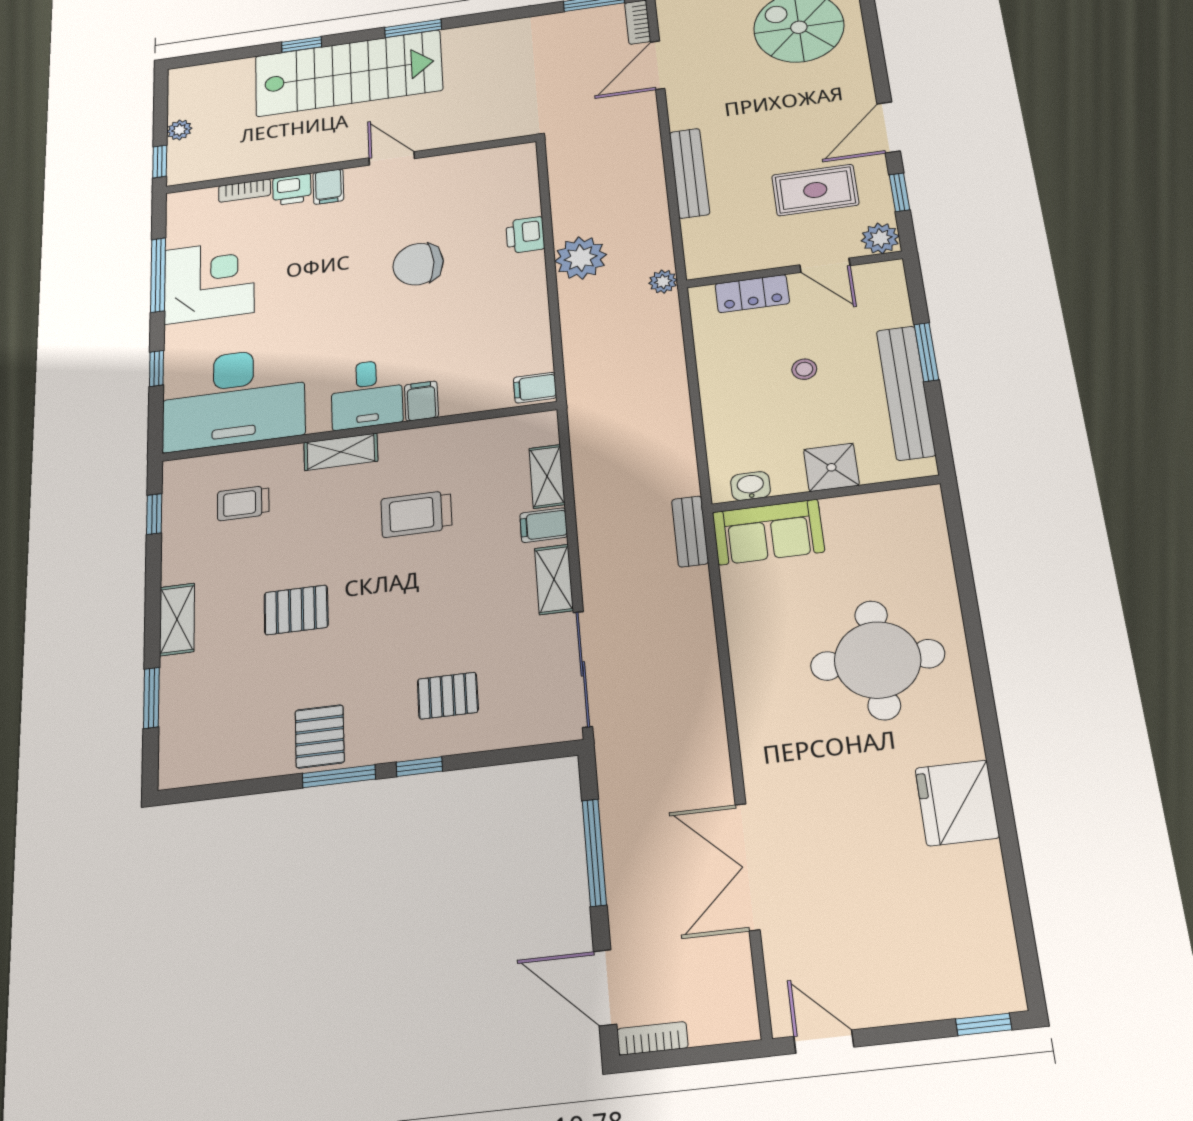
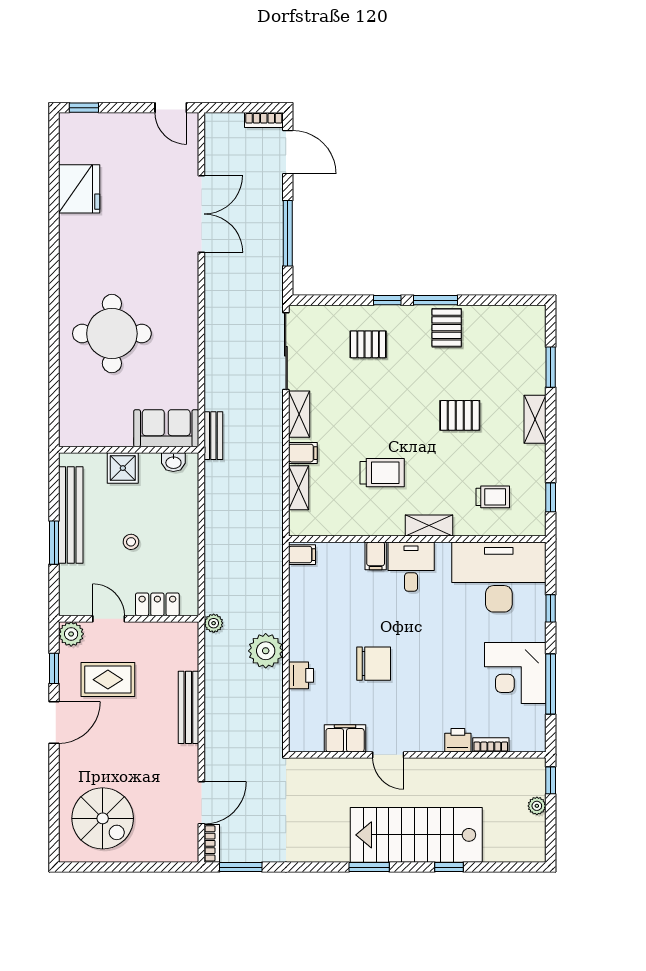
filing cabinet: (328, 187) -> (345, 738), moved, width x2.00
fridge: (957, 803) -> (79, 189), moved

